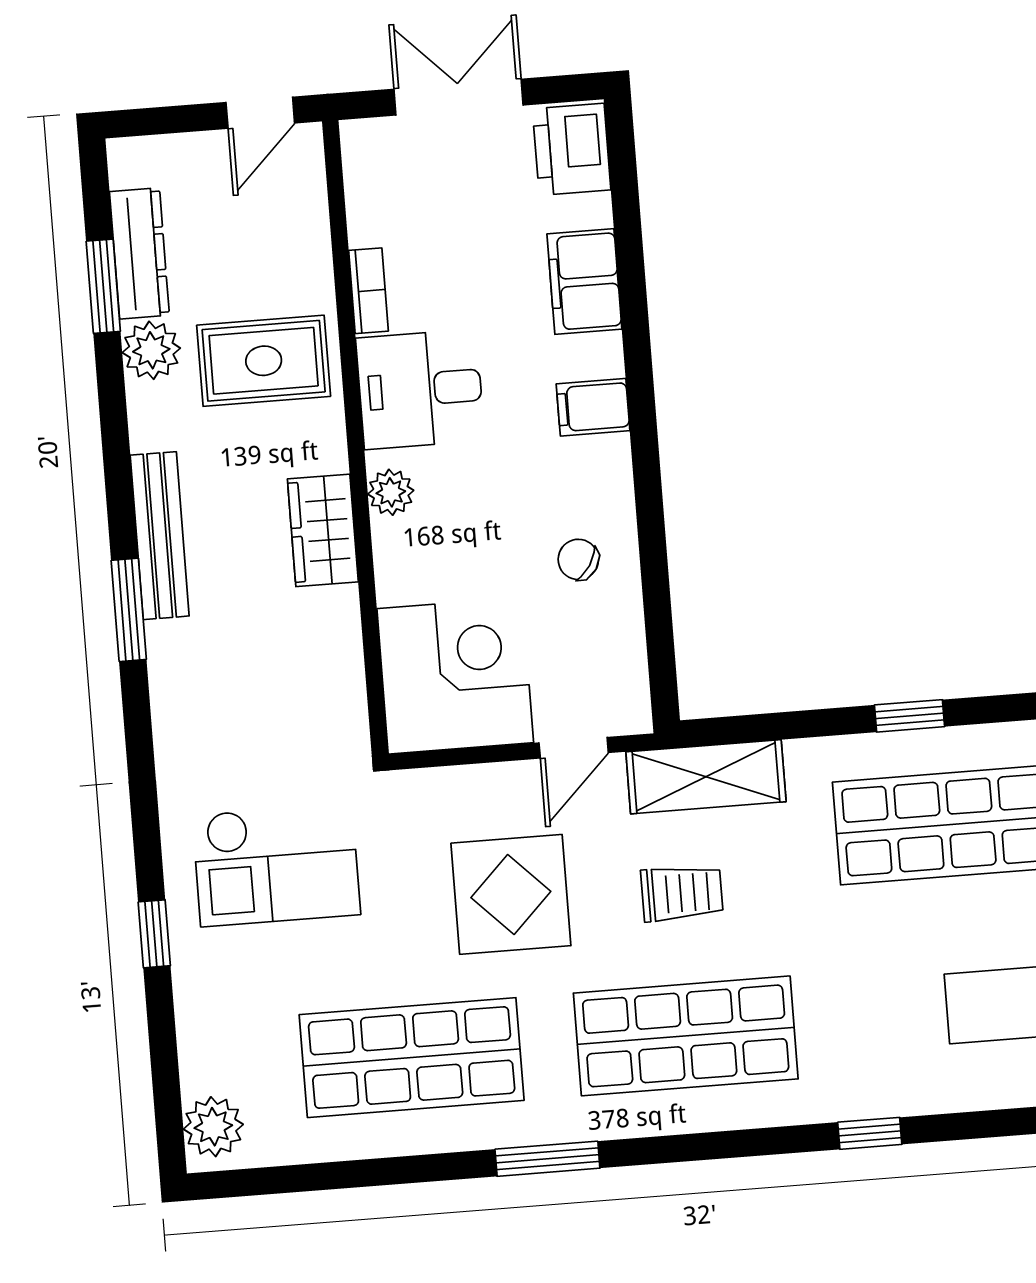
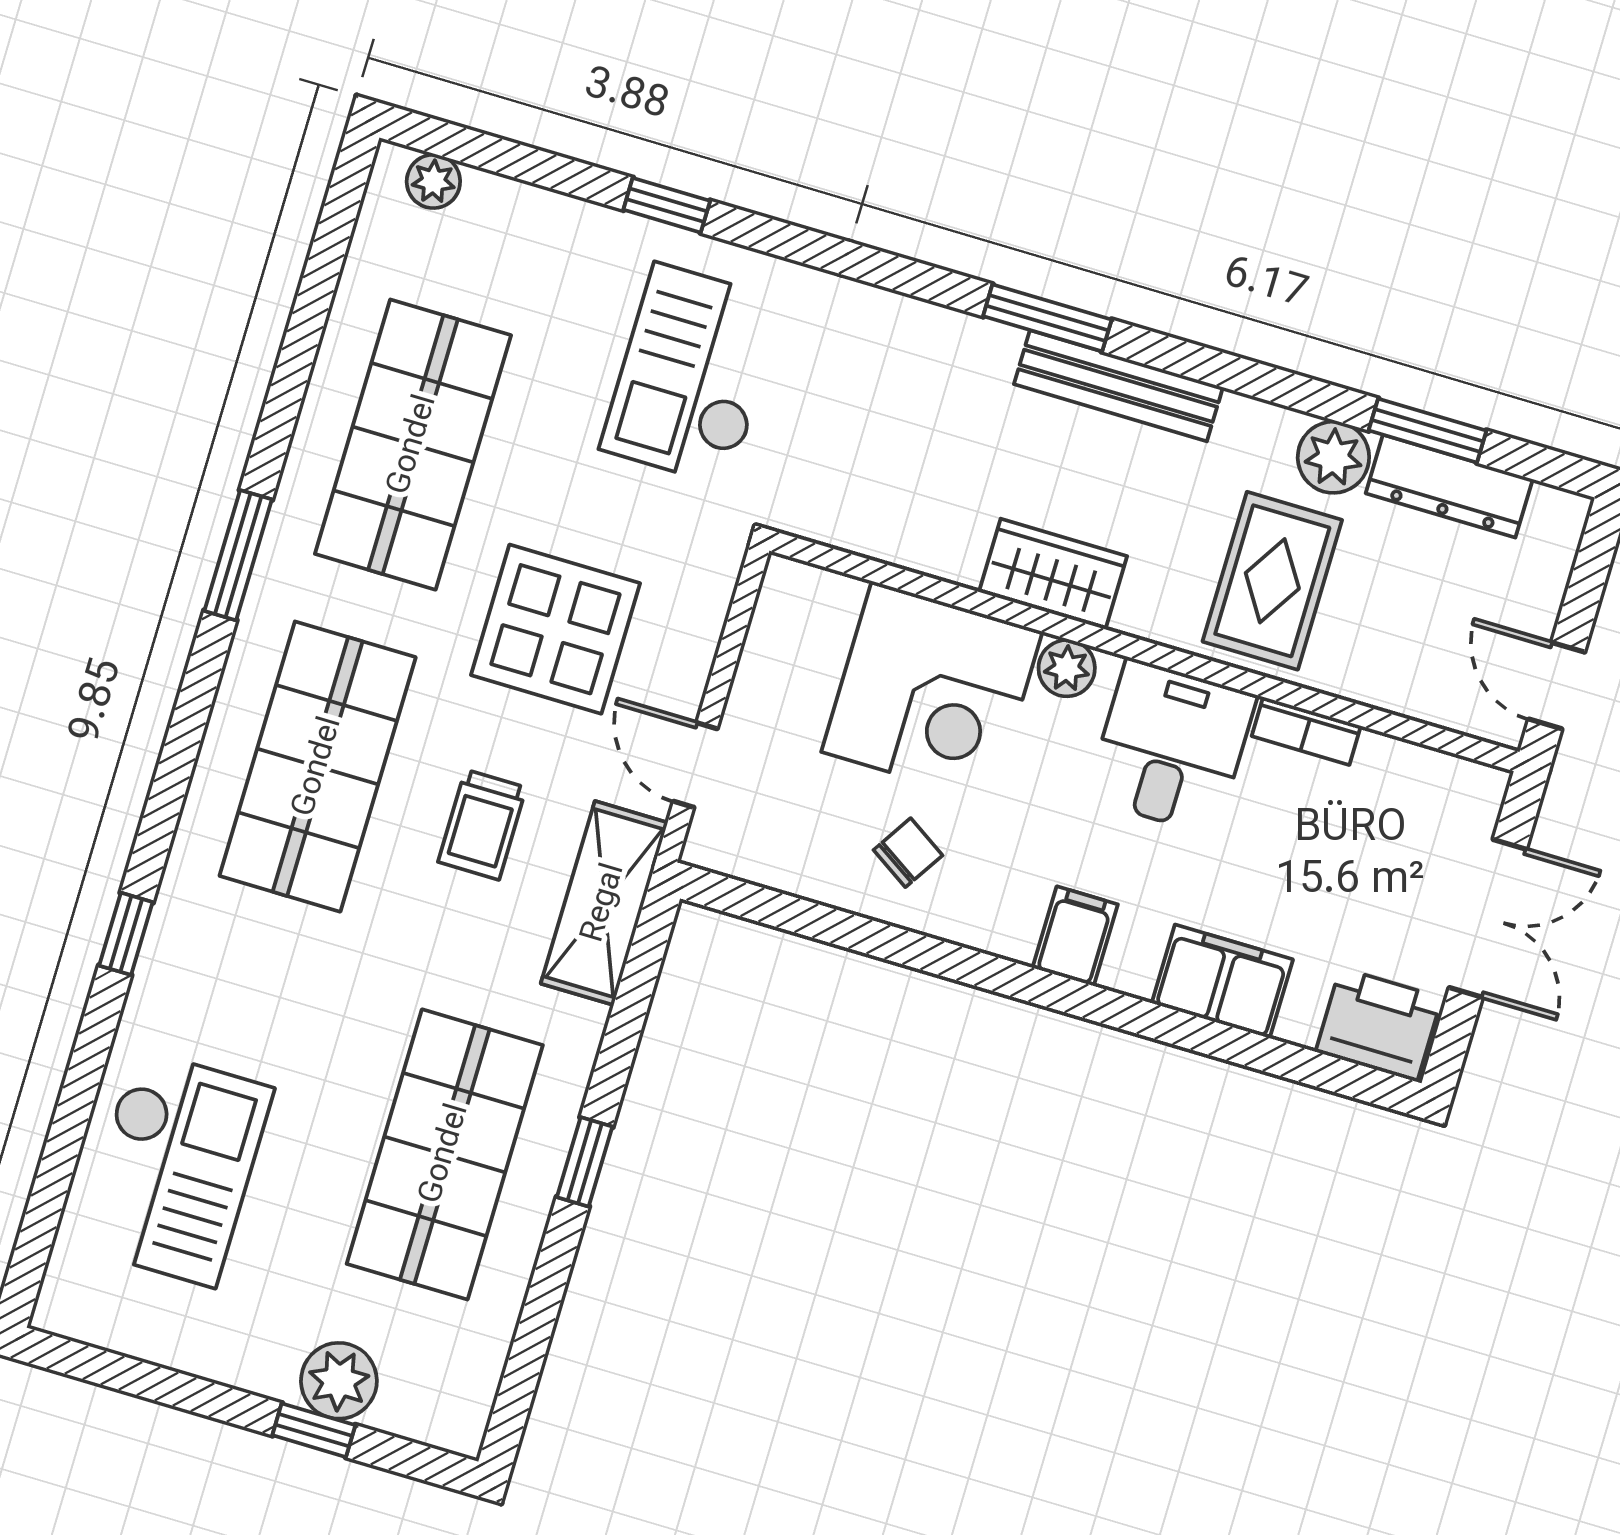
corner desk: (455, 676) -> (932, 692), moved
plant: (213, 1127) -> (433, 181), width x0.73, depth x0.73

